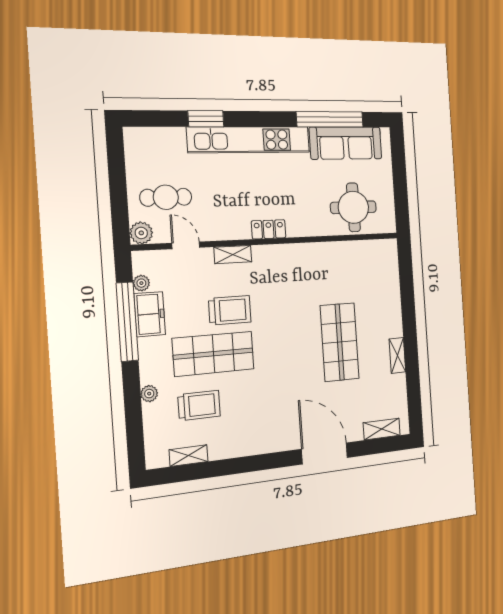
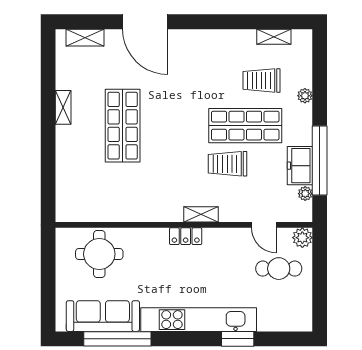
shelving: (233, 255) -> (201, 214), moved

